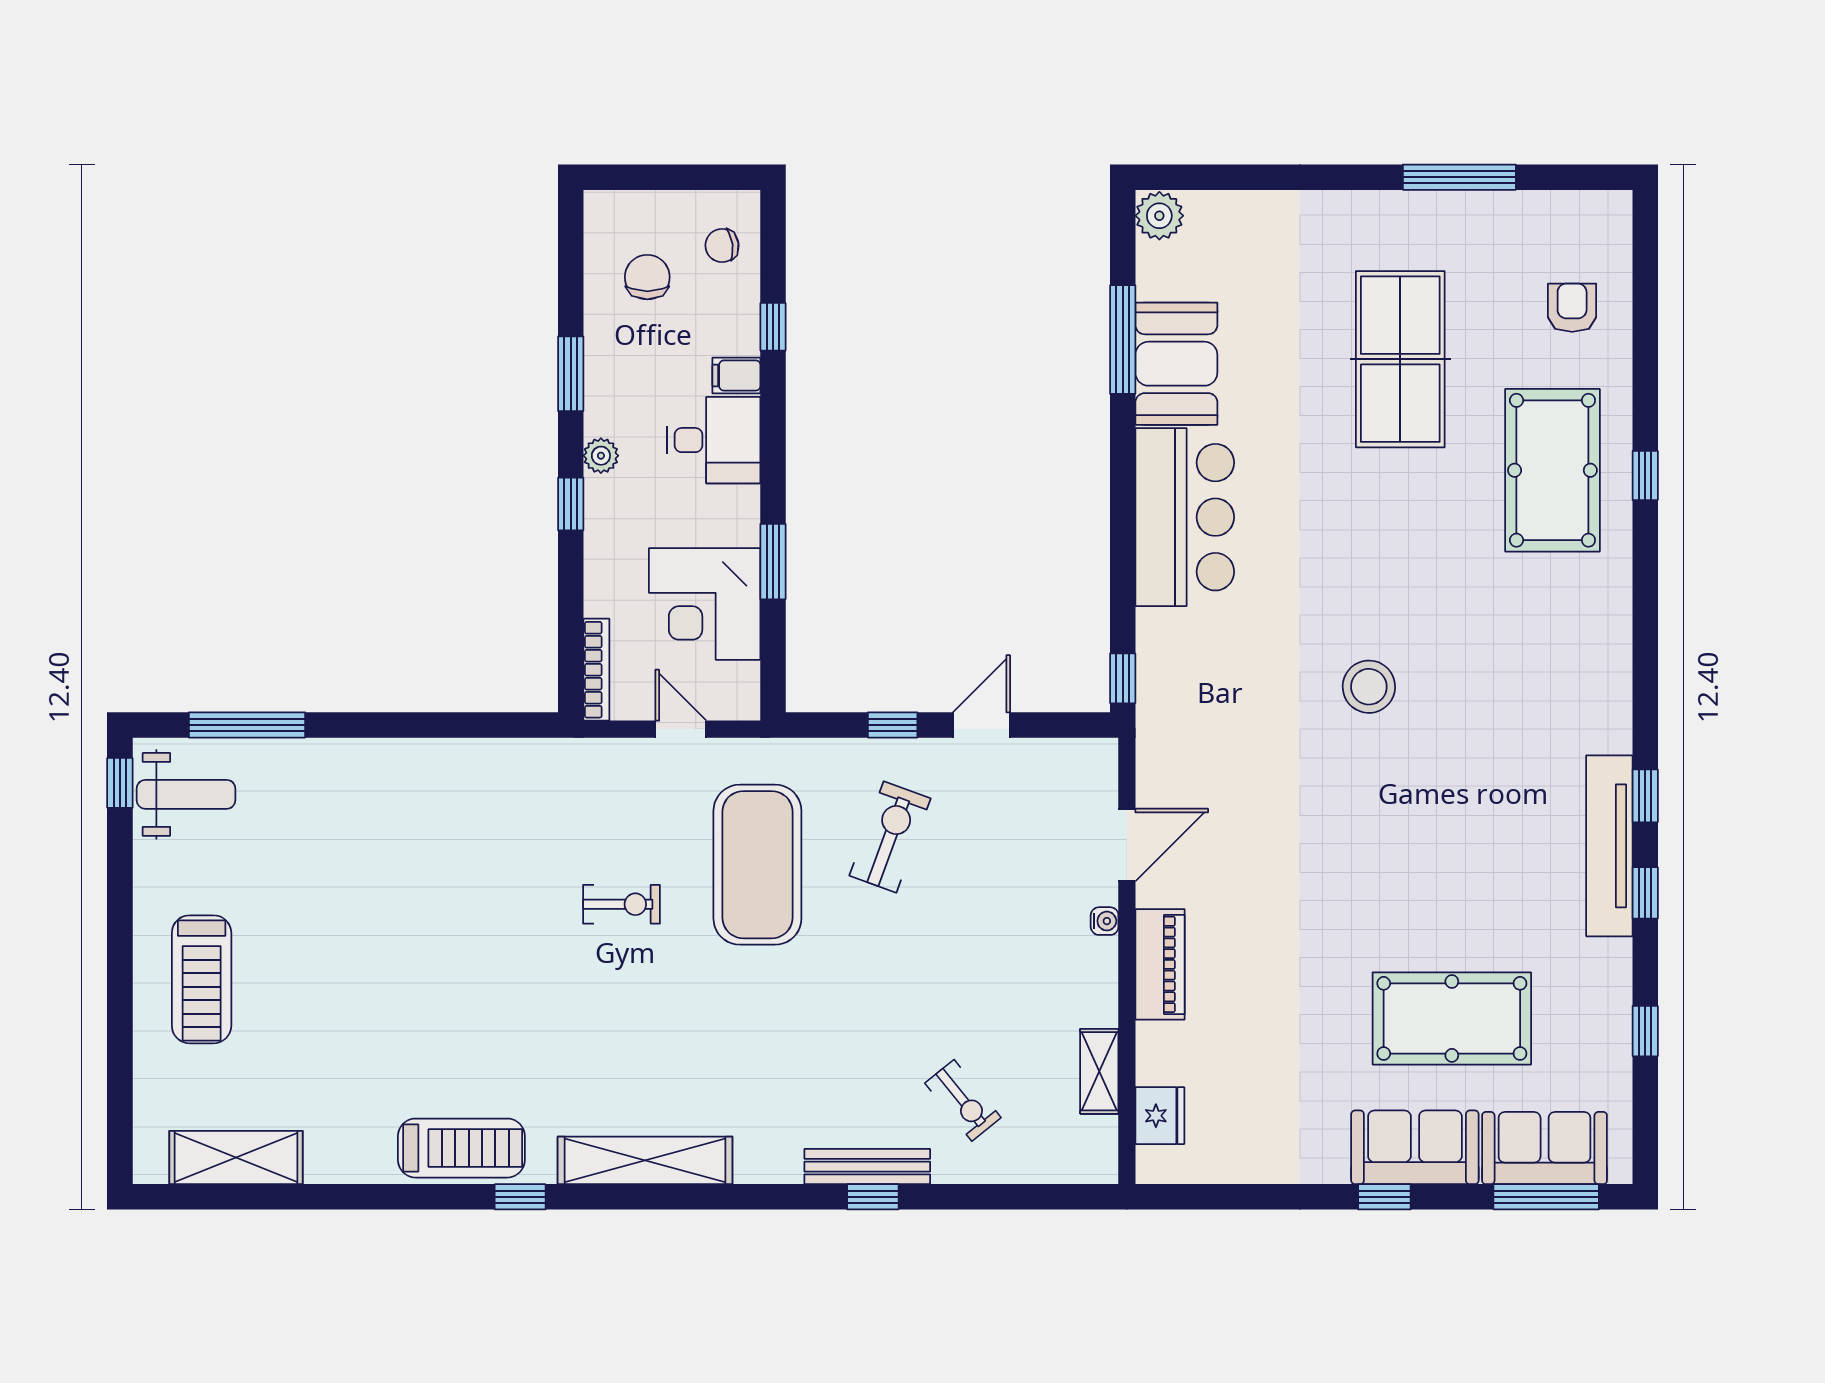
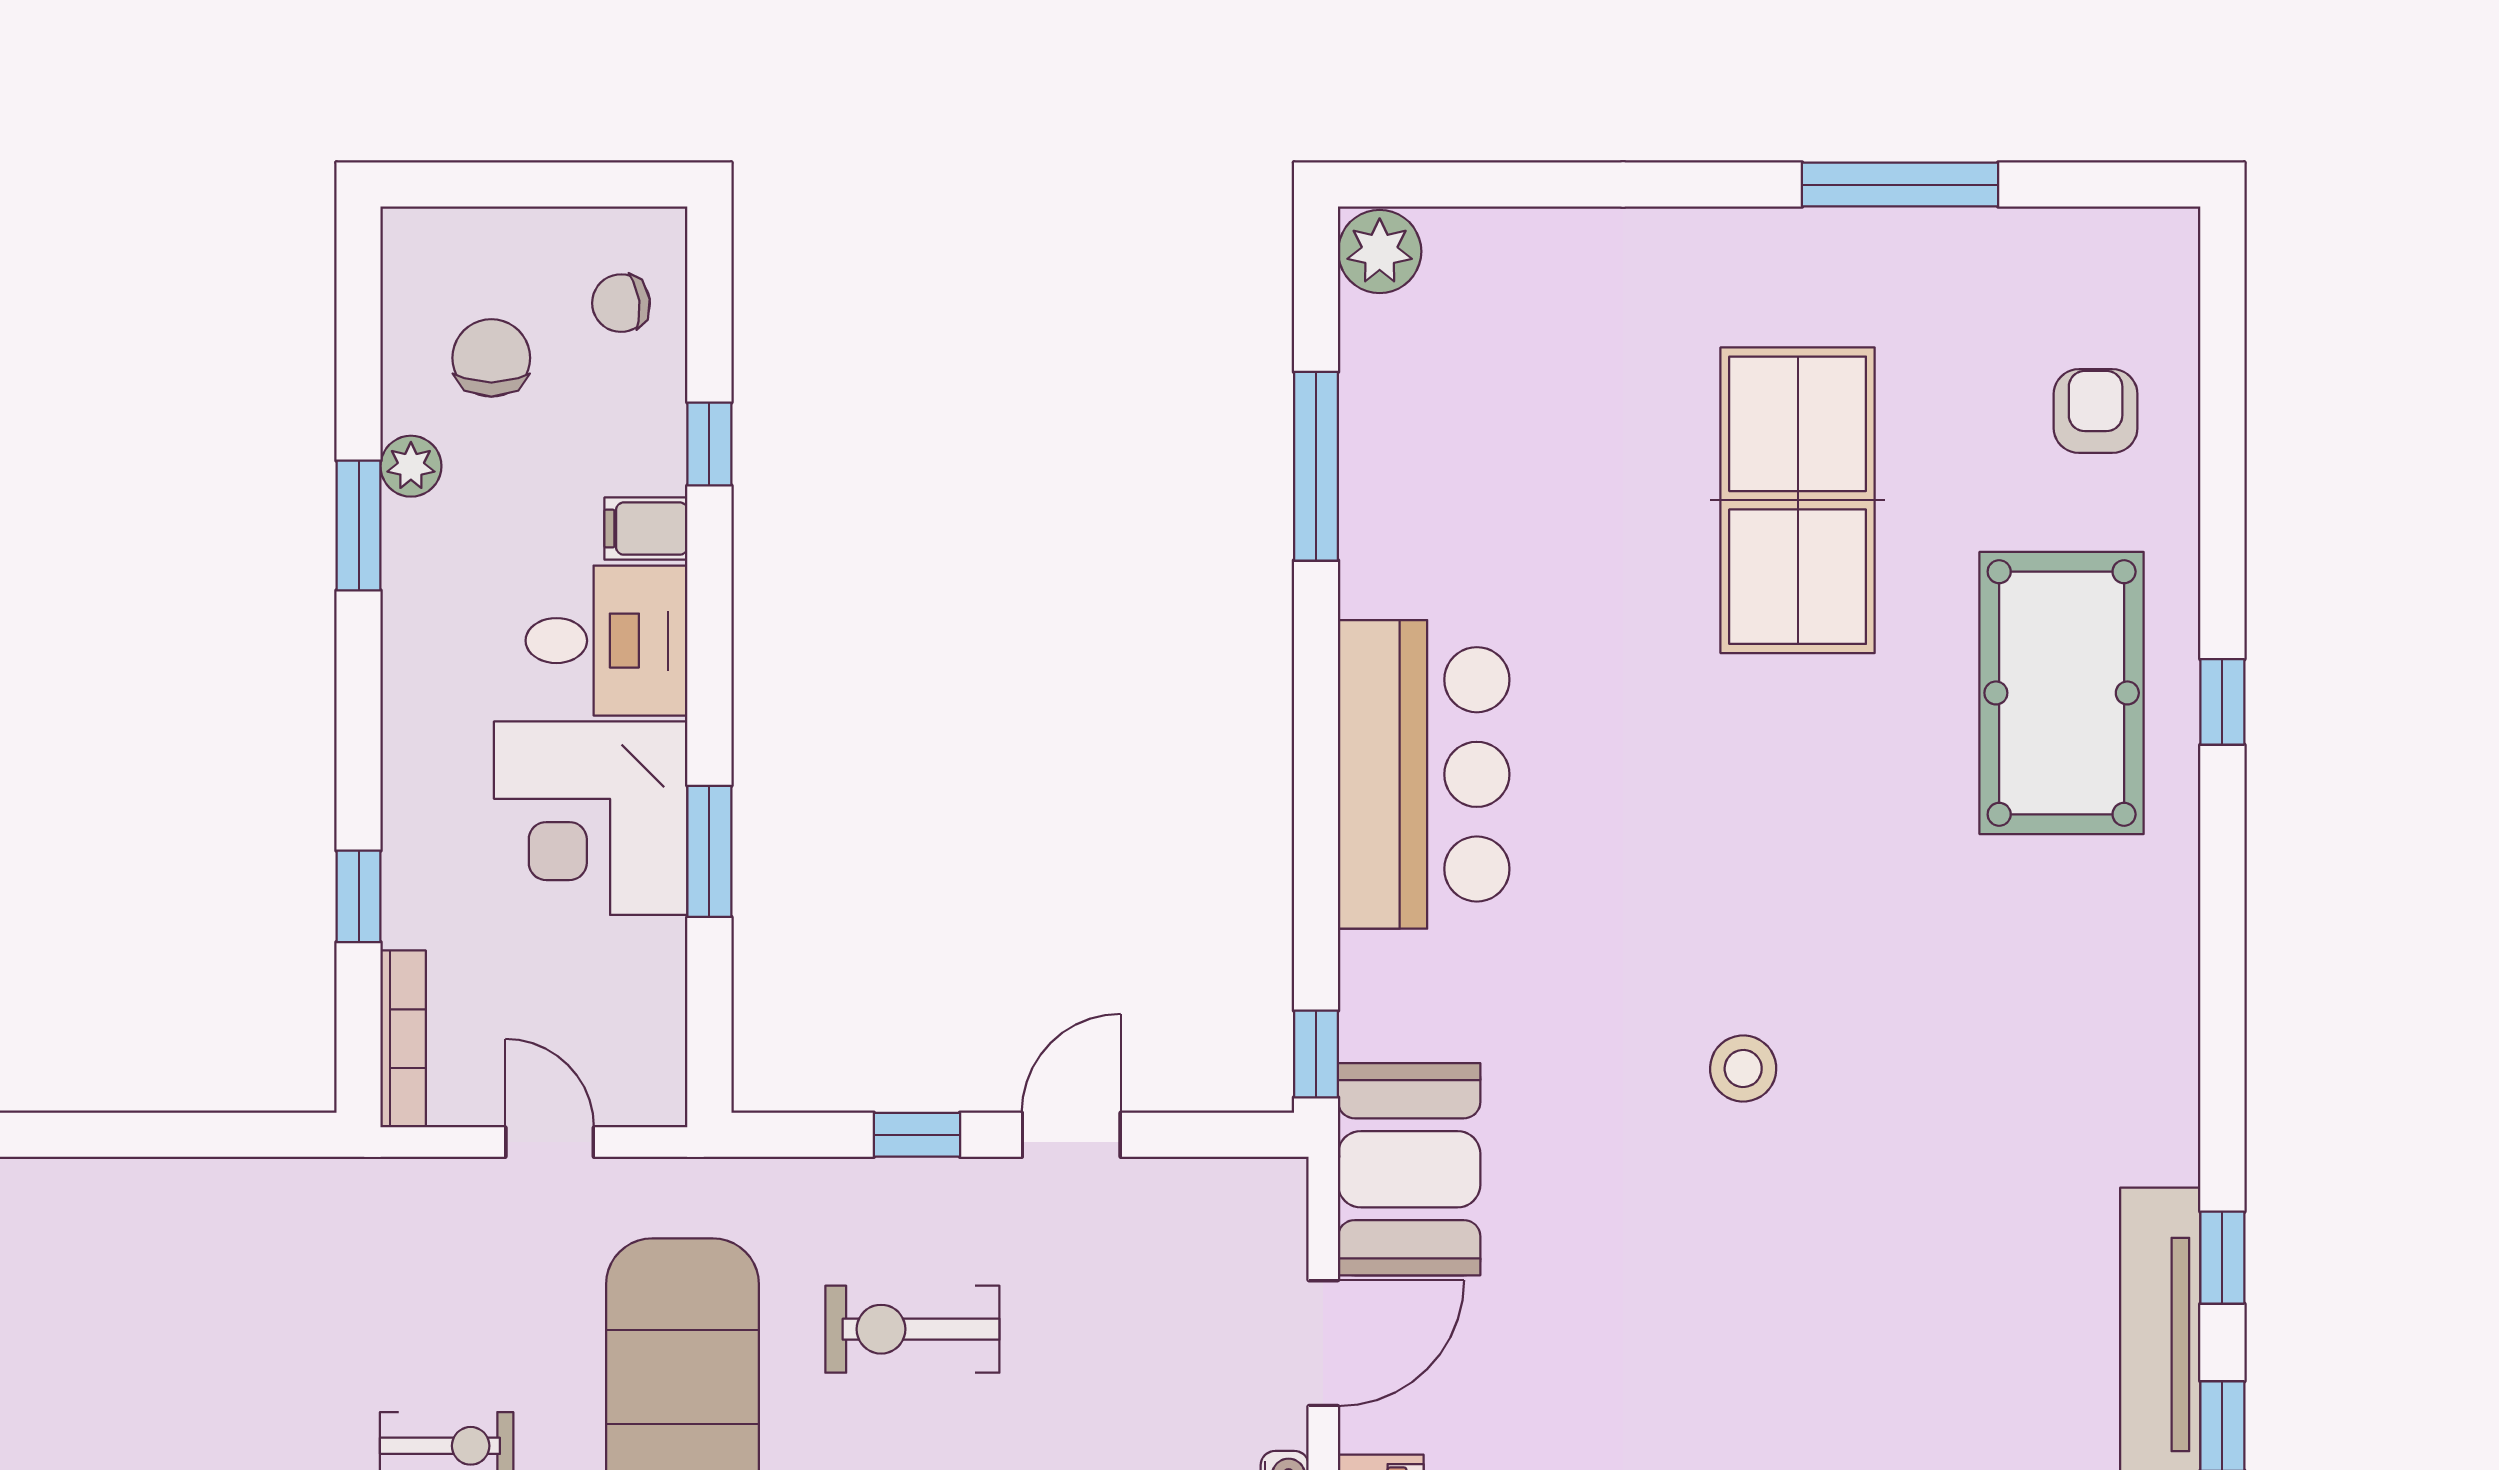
booth: (1176, 364) -> (1409, 1169), moved
plant: (601, 456) -> (411, 466), moved
window: (571, 504) -> (359, 896), moved
corner desk: (705, 604) -> (591, 818), moved
stool: (1369, 687) -> (1743, 1069), width x0.73, depth x0.73
exercise bike: (890, 837) -> (912, 1329), turned -110

